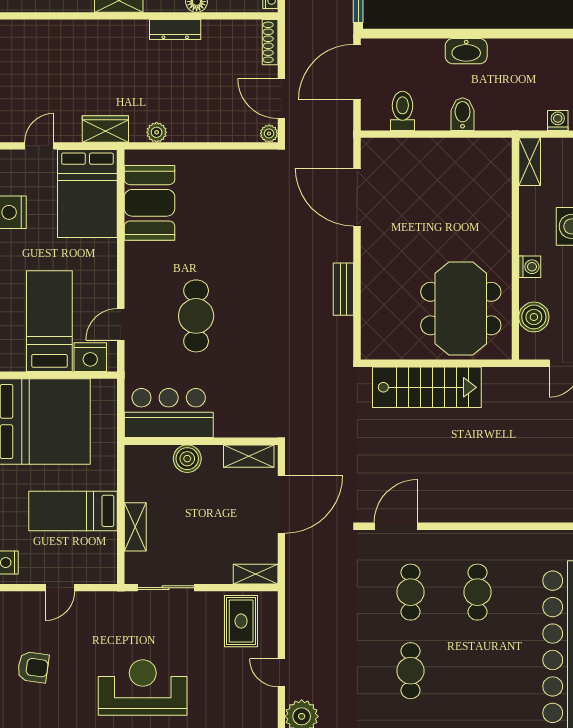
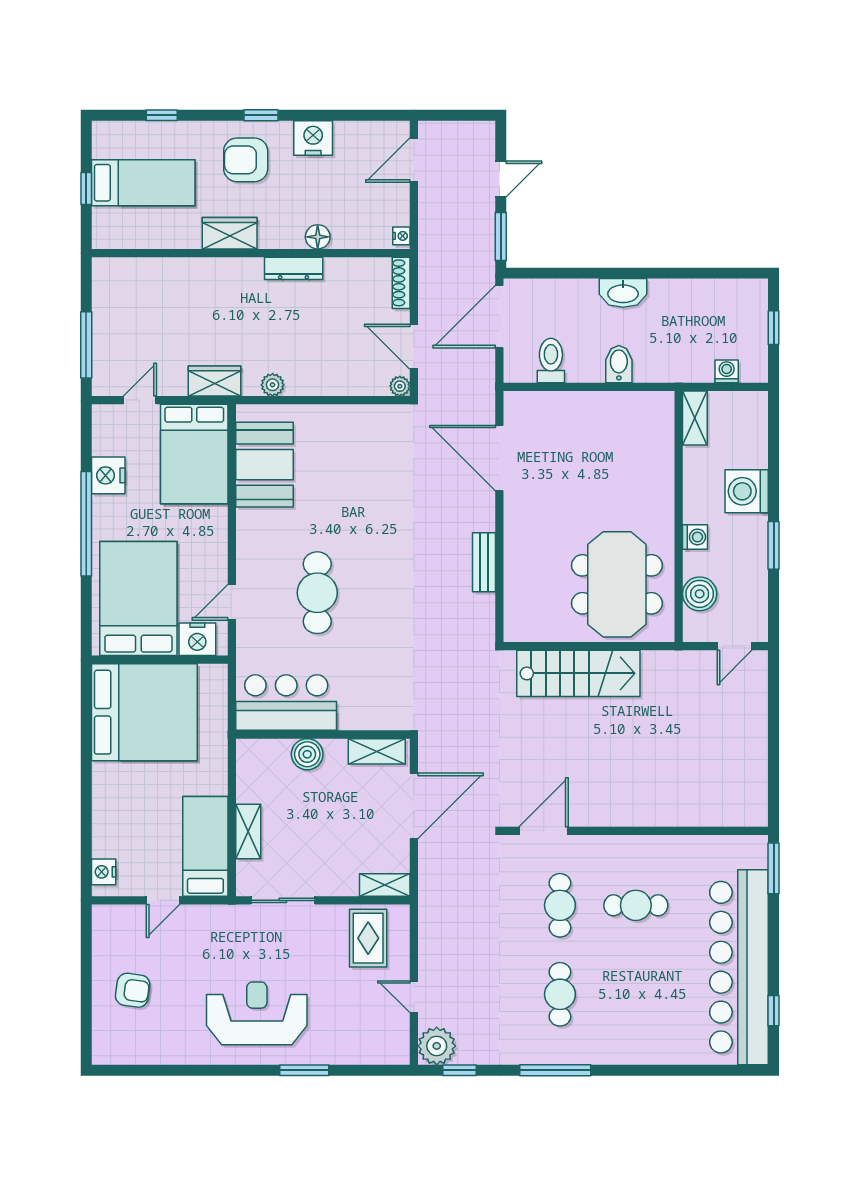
bed: (49, 321) -> (138, 598), width x1.50
bed: (73, 511) -> (205, 846), moved, turned 90
cafe table: (478, 592) -> (636, 905), turned 90

